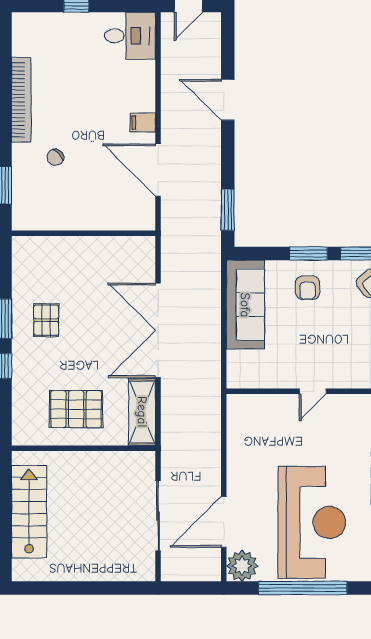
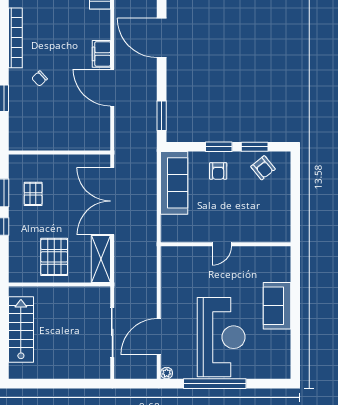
door: (228, 100) -> (162, 38), width x1.36
filing cabinet: (143, 123) -> (101, 54), width x2.00
wall: (84, 233) -> (59, 153), moved
pallet: (76, 409) -> (54, 257), turned 90
plant: (242, 566) -> (167, 373), width x0.53, depth x0.53

